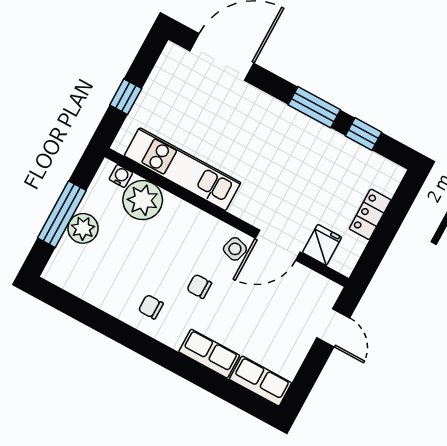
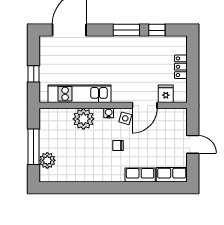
water cooler: (121, 176) -> (109, 113), moved
plant: (143, 200) -> (83, 119), moved
plant: (83, 228) -> (47, 160), moved
chair: (151, 307) -> (100, 168), removed
door: (333, 328) -> (193, 144), moved

